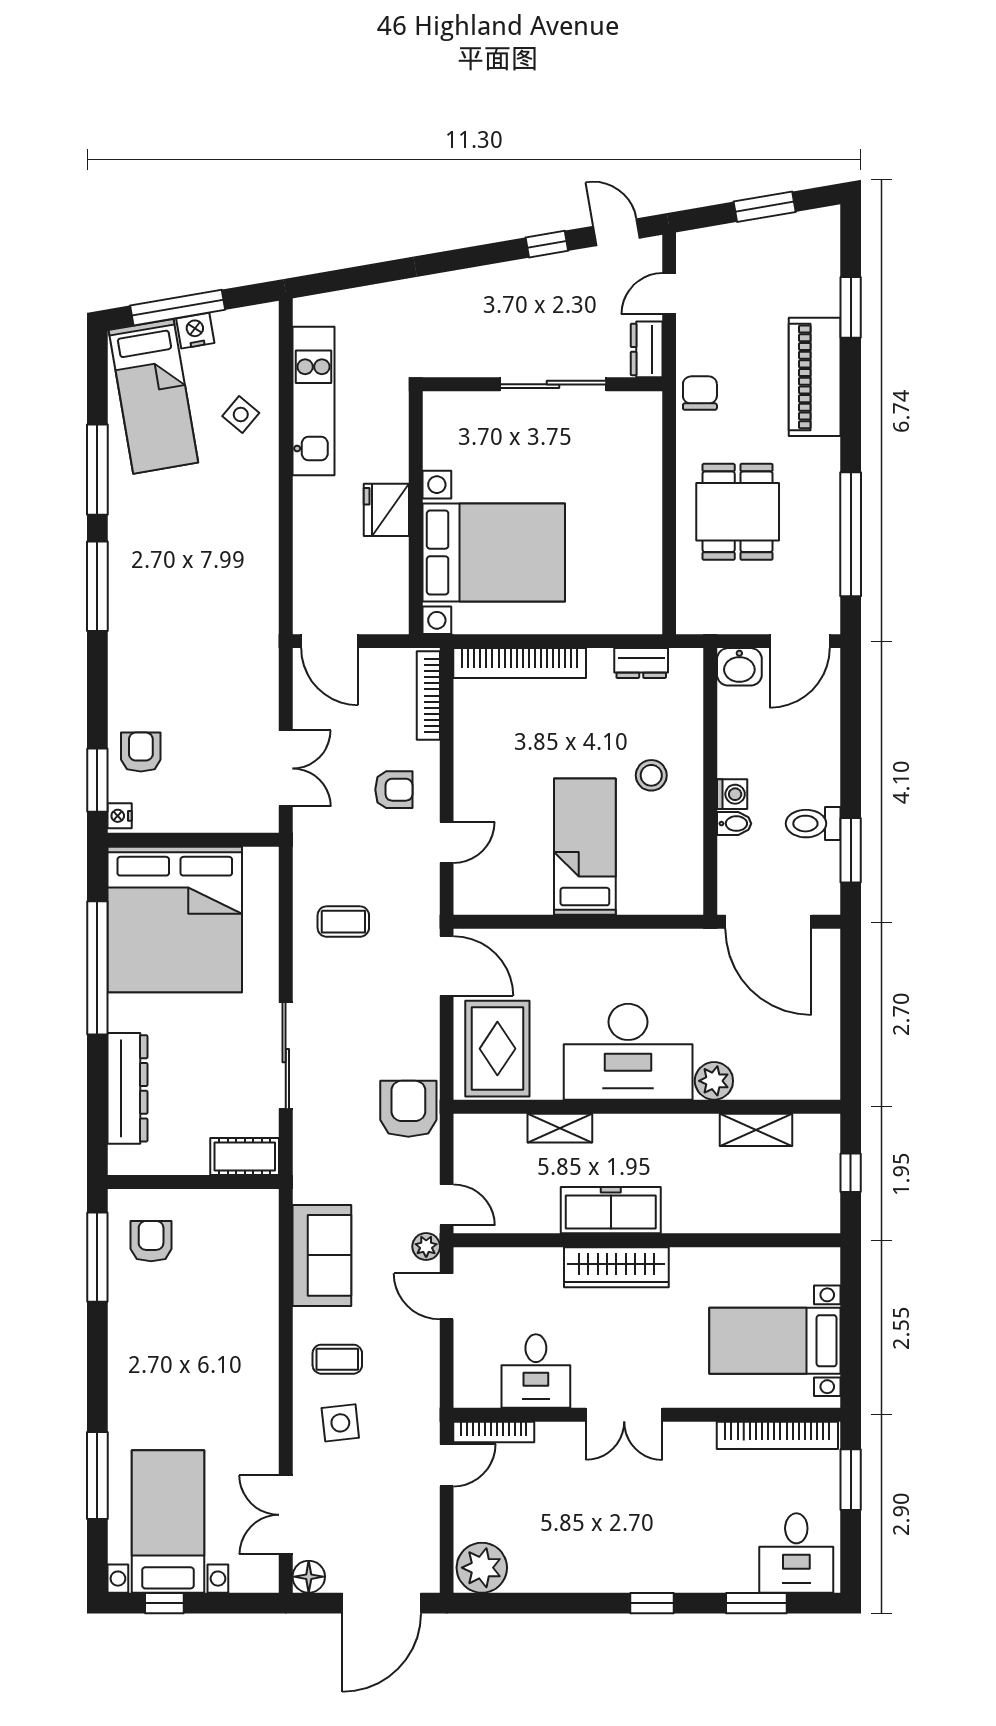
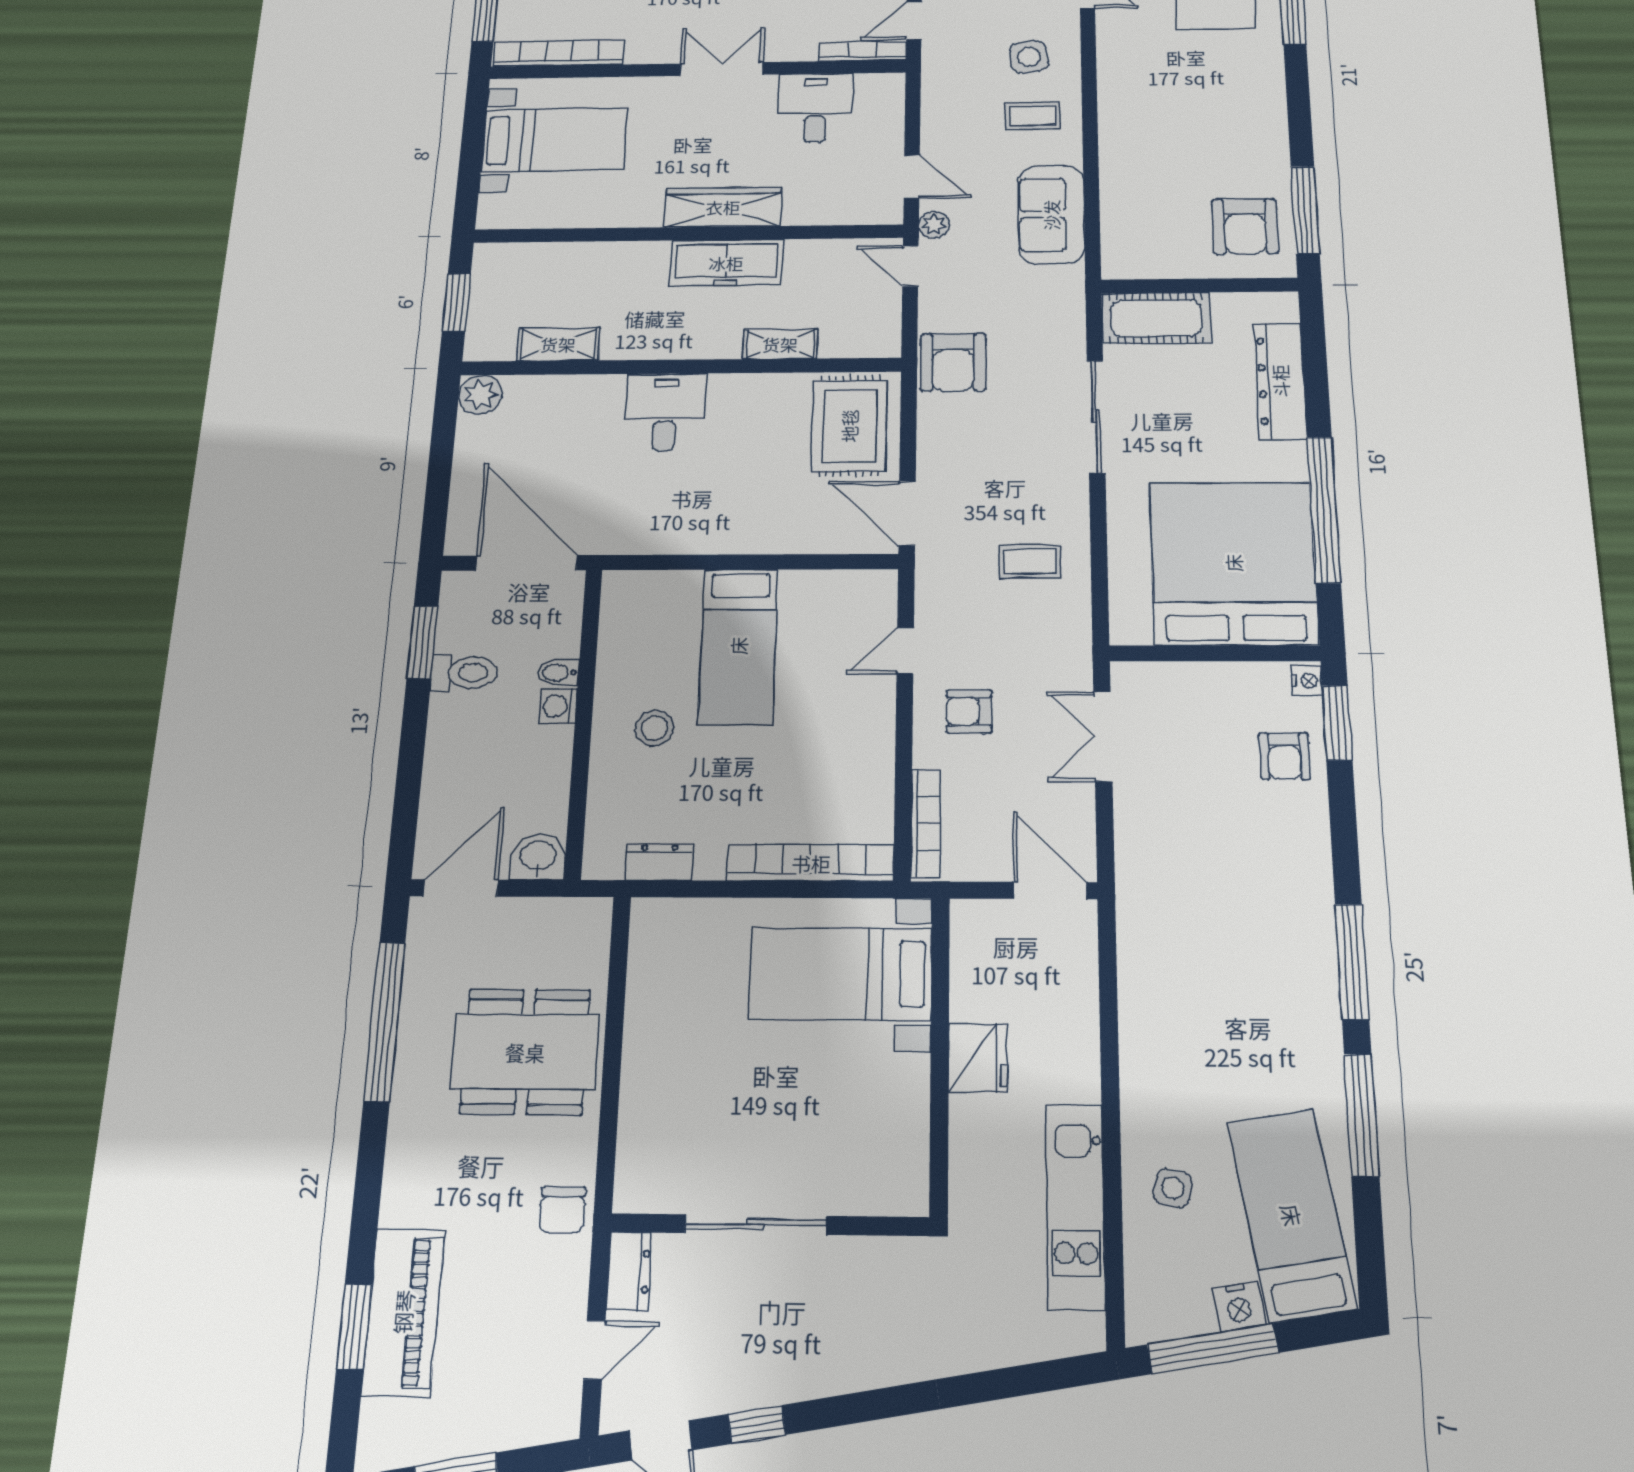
window: (178, 308) -> (1213, 1349), moved
piano: (815, 377) -> (403, 1312), moved
side table: (241, 415) -> (1173, 1188), turned -30
dining table: (738, 512) -> (525, 1052), width x1.38
bed with nightstands: (494, 552) -> (840, 974), width x0.73
desk: (628, 1052) -> (665, 412), width x0.53, depth x0.77
plant: (714, 1081) -> (480, 395), moved
cot: (245, 1157) -> (1156, 318), width x1.37, depth x1.34
window: (851, 1173) -> (456, 302), width x1.50
armchair: (151, 1241) -> (1245, 226), width x1.38, depth x1.38

